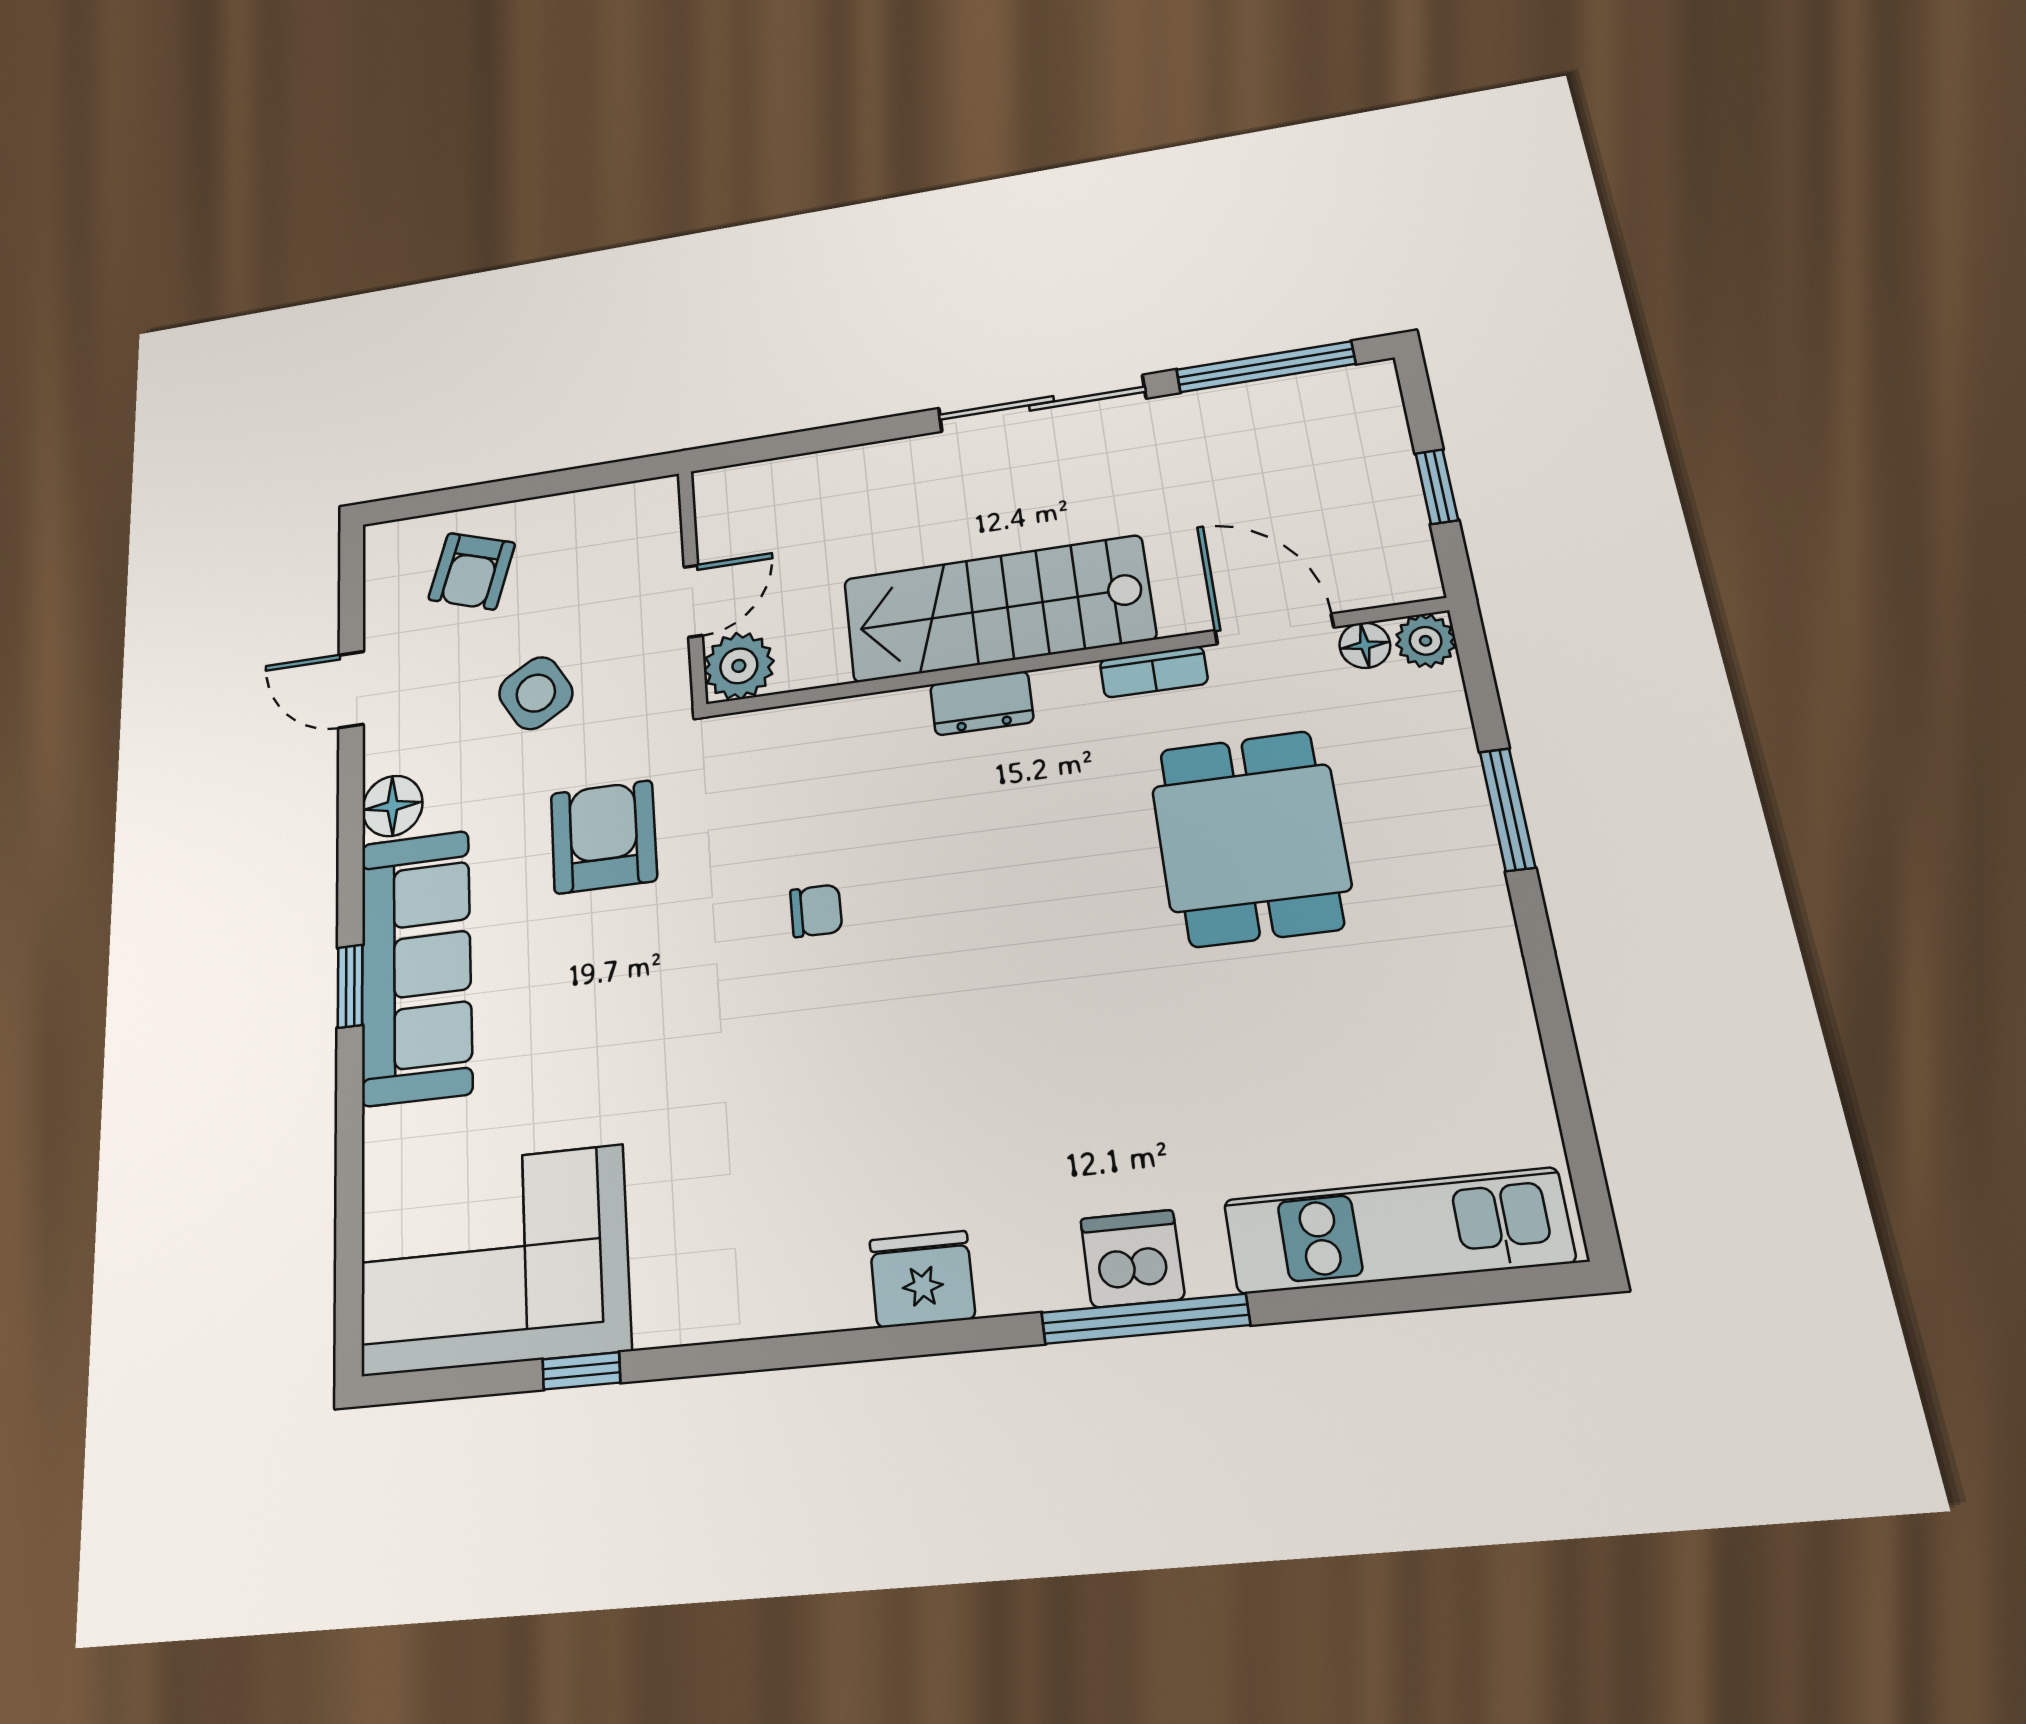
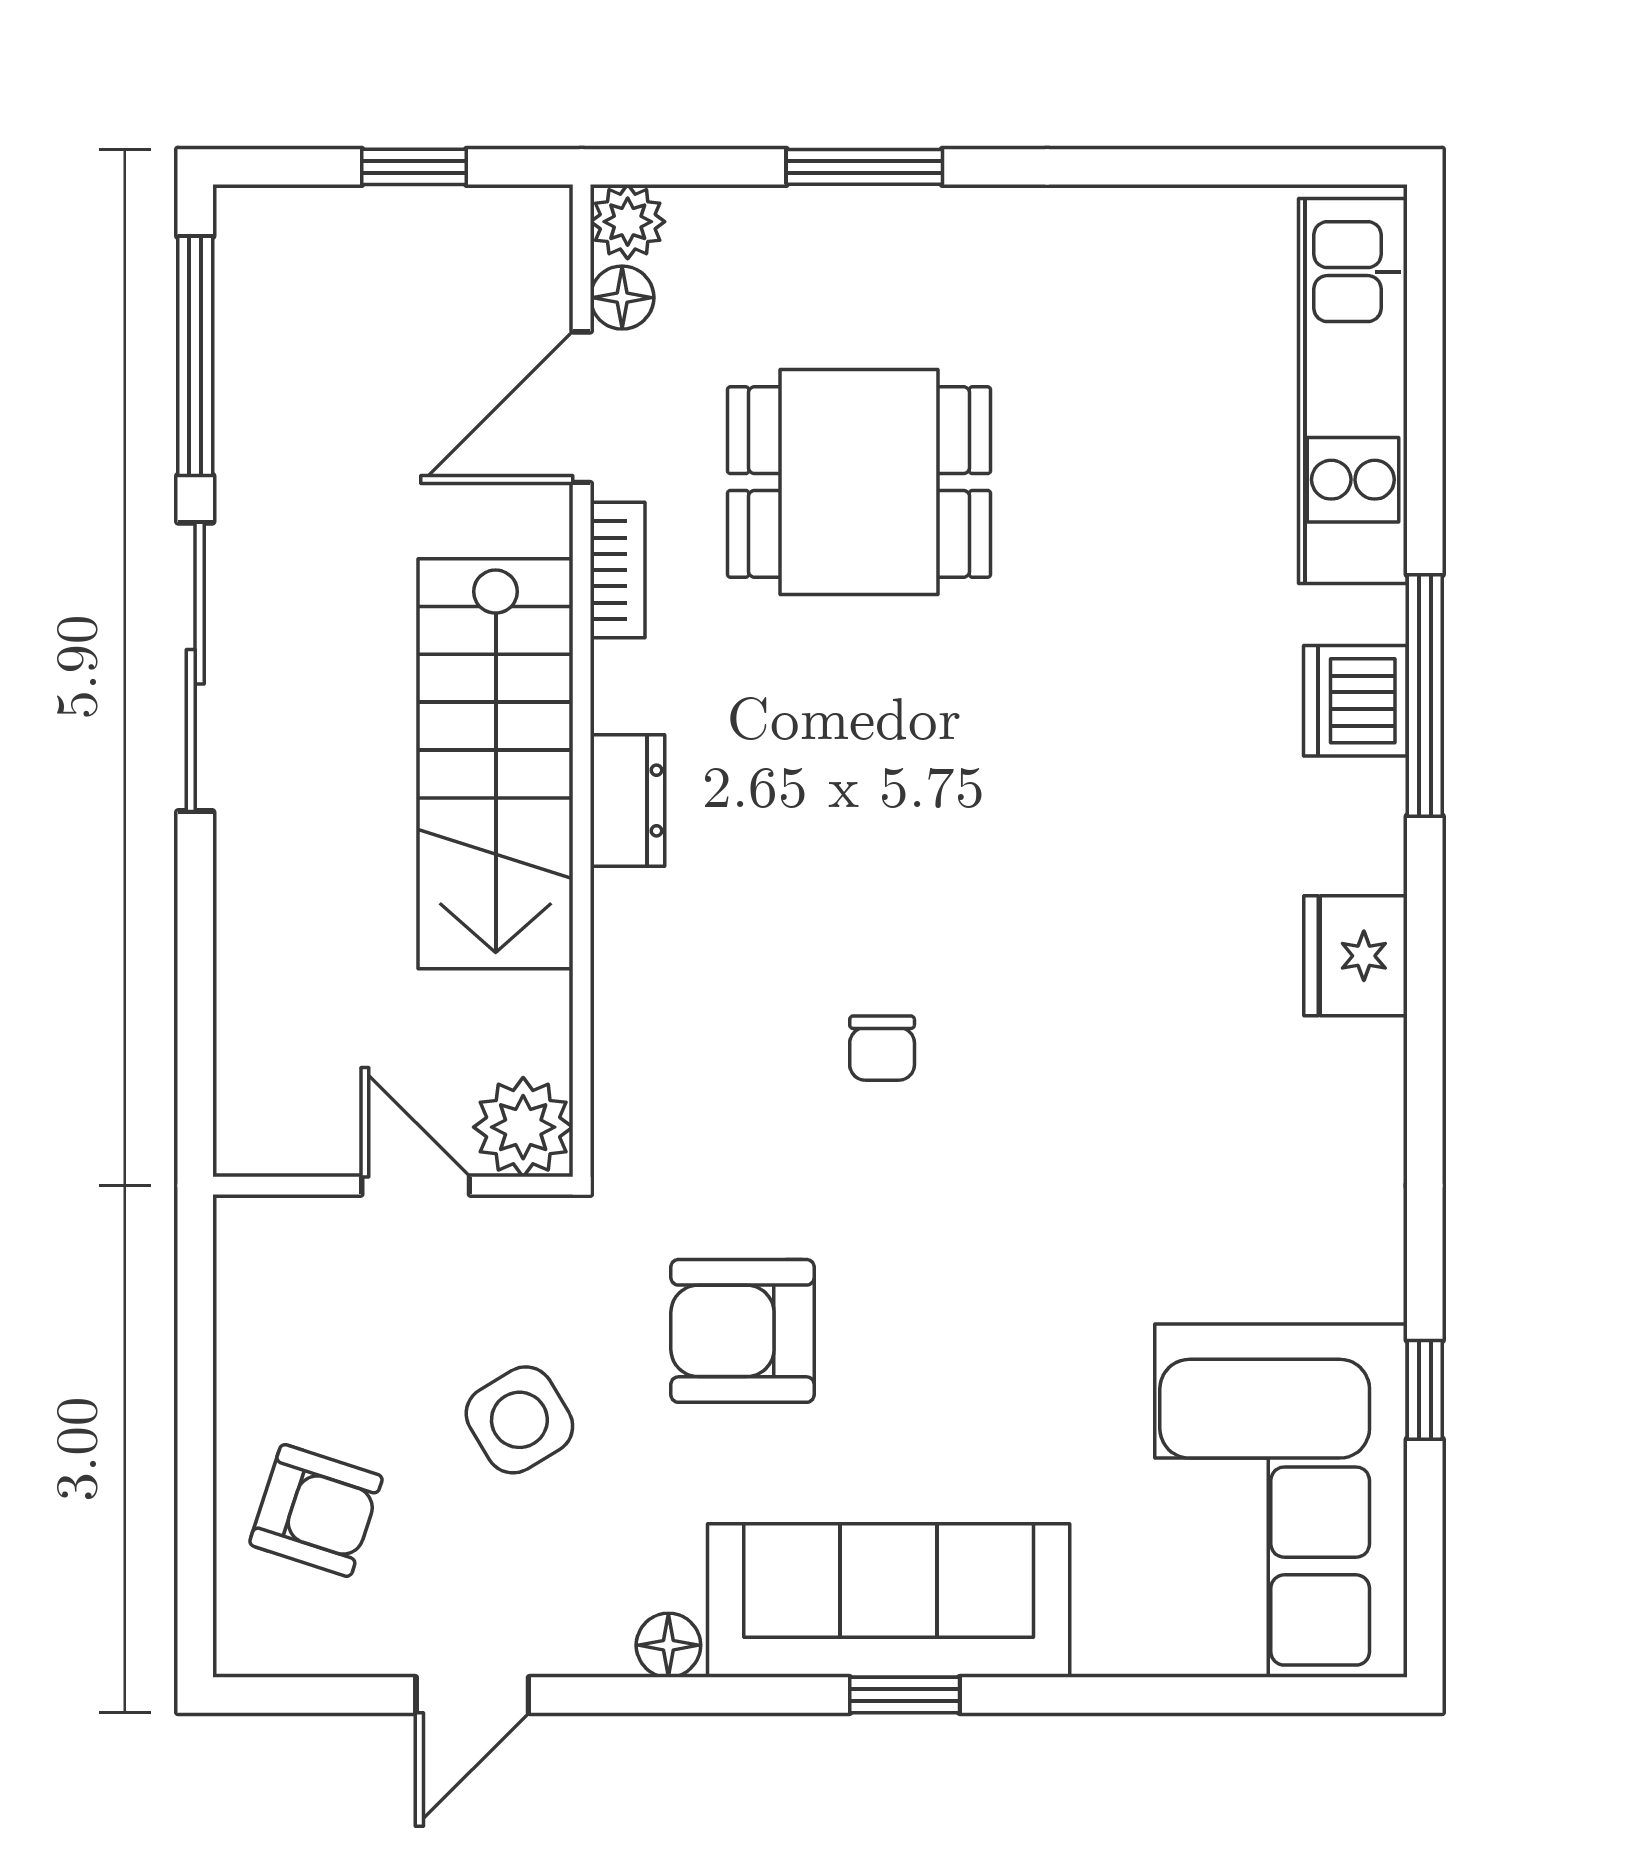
floor lamp: (392, 806) -> (668, 1645), width x0.73, depth x0.73
chair: (816, 911) -> (882, 1048), turned 180

